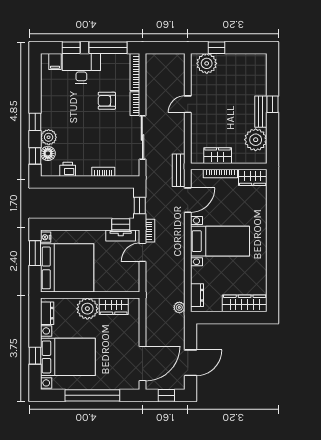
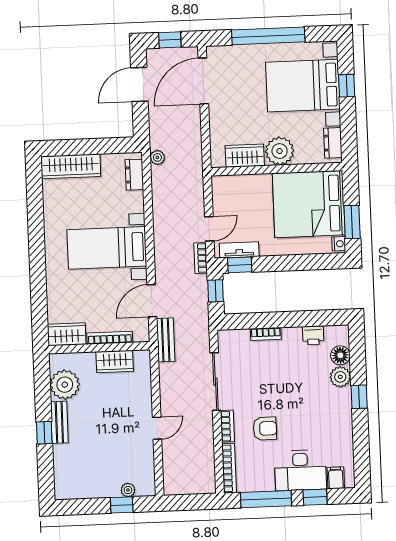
plant: (207, 63) -> (128, 490), width x0.53, depth x0.53
window: (35, 156) -> (357, 351), removed

